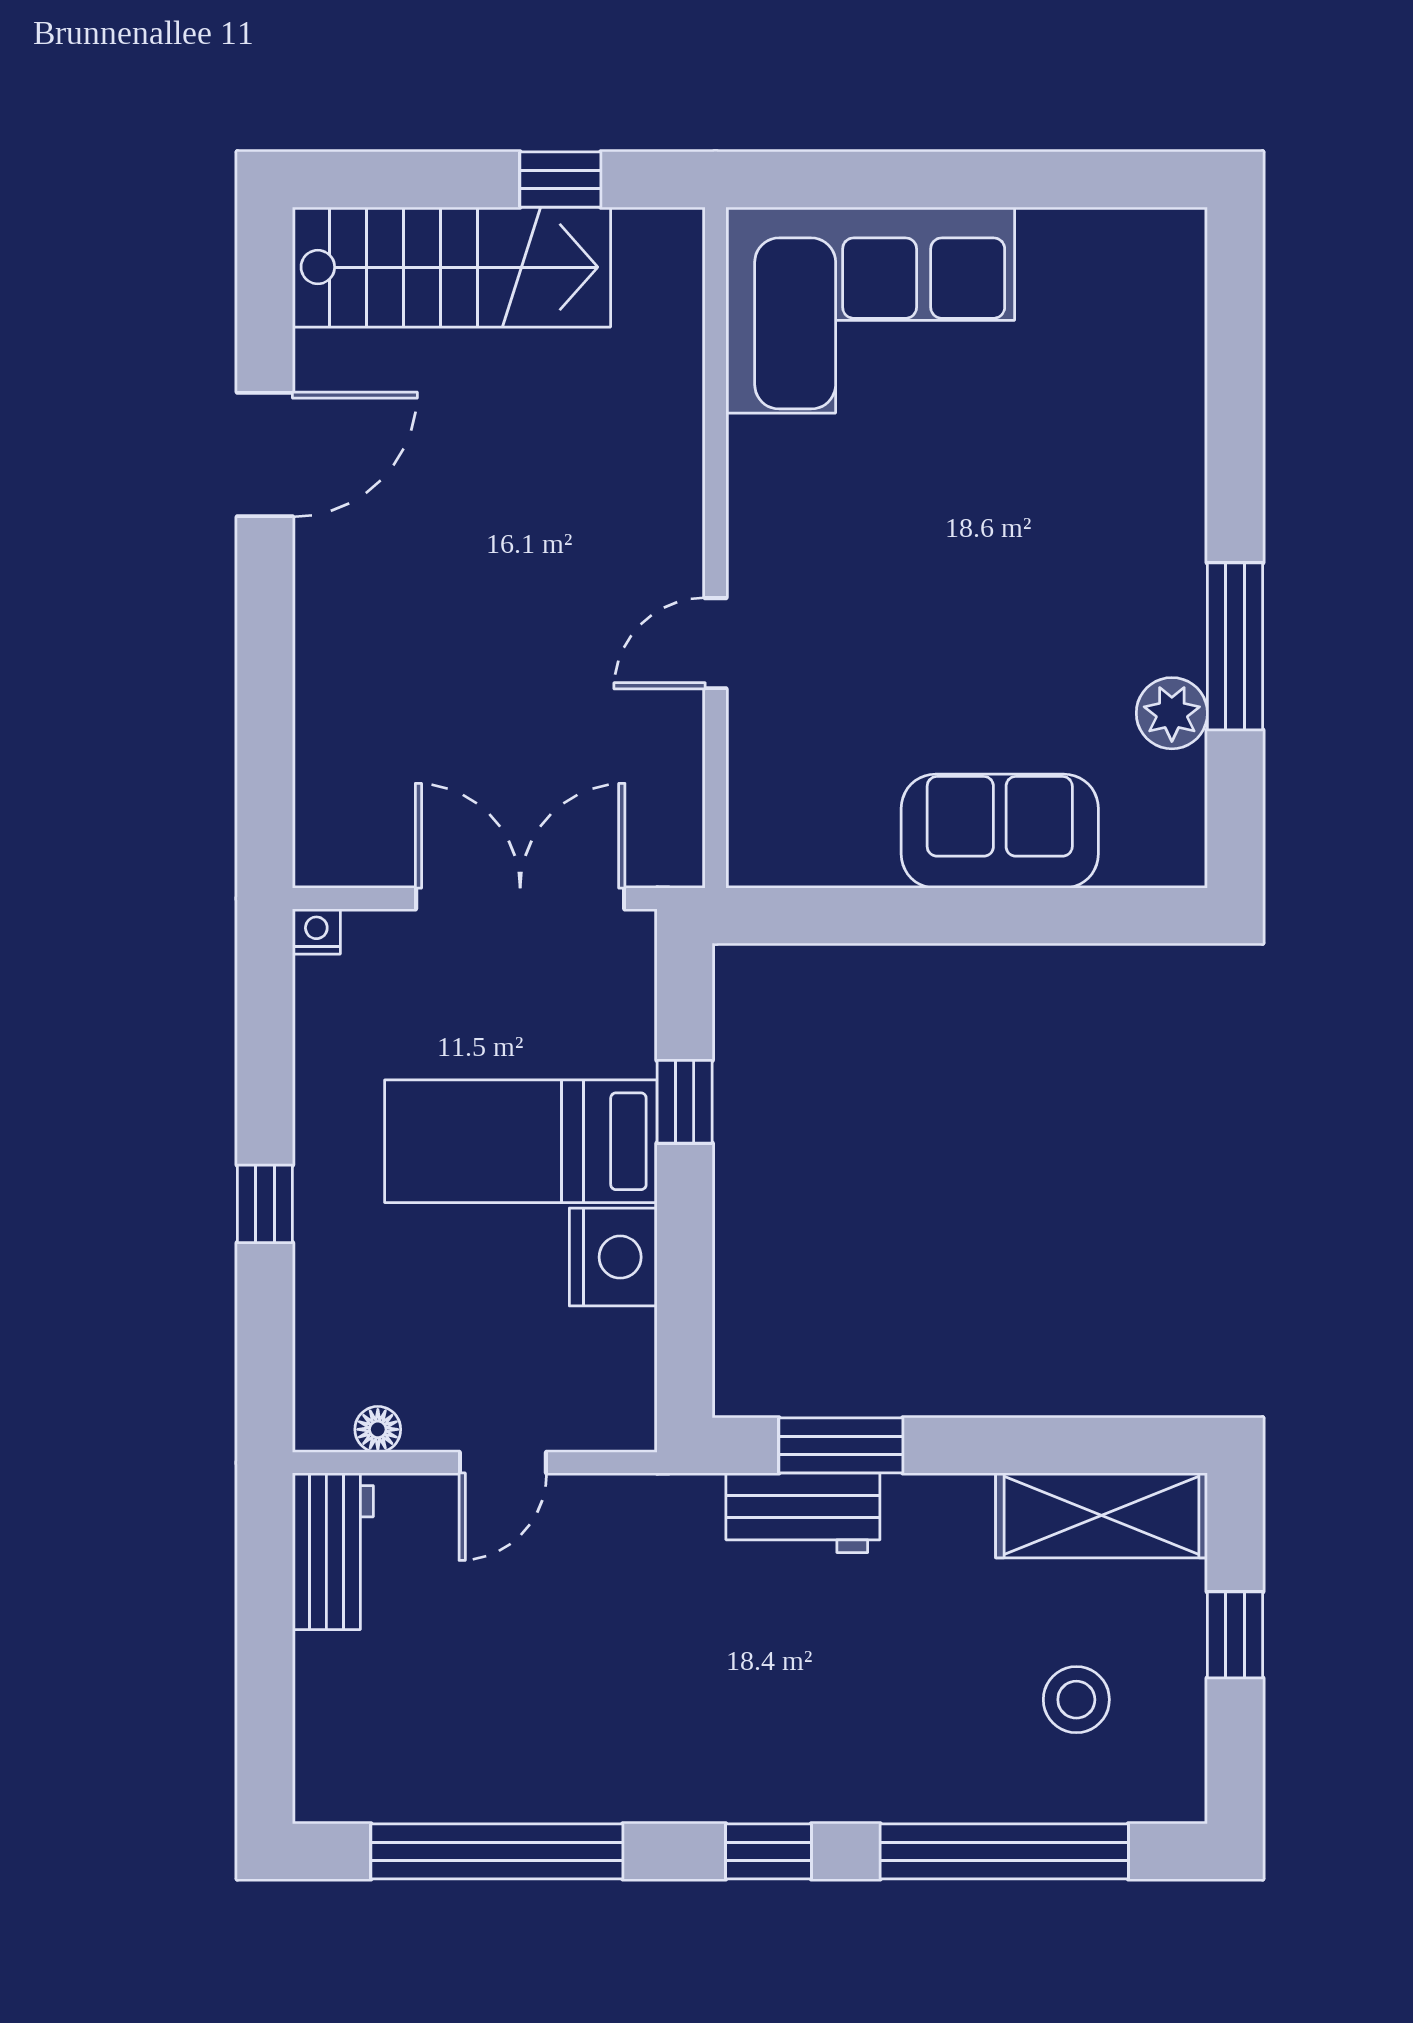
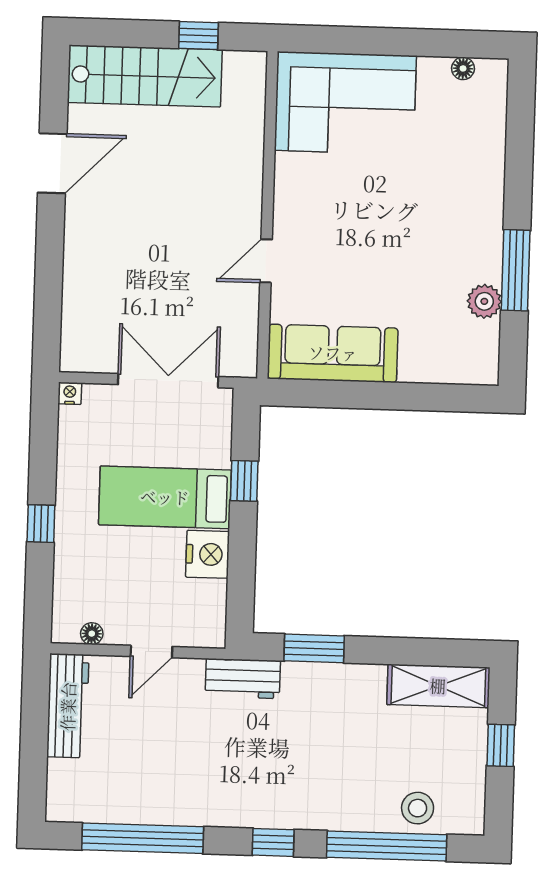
floor lamp: (1112, 231) -> (463, 68), added
sofa: (1000, 831) -> (333, 353), moved, width x1.36
workbench: (803, 1513) -> (243, 679), moved
workbench: (333, 1551) -> (68, 706), width x1.38
stool: (1076, 1700) -> (418, 808), moved

